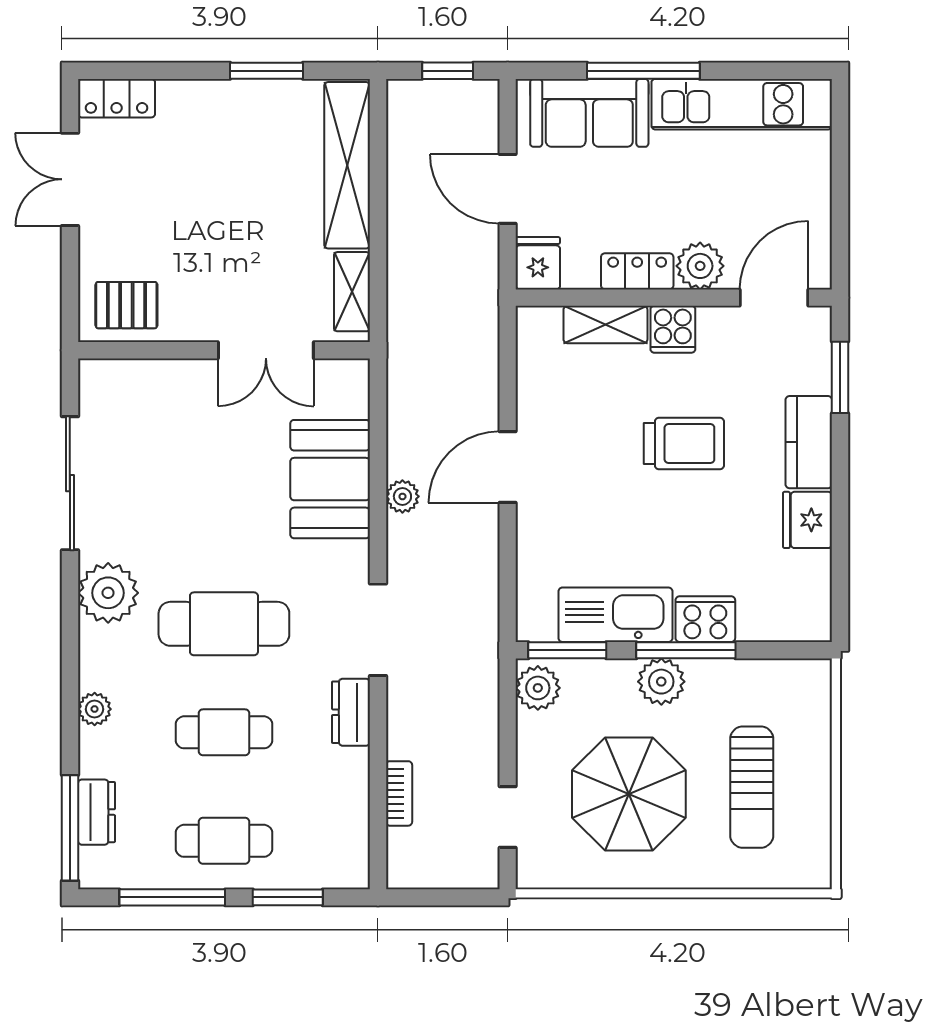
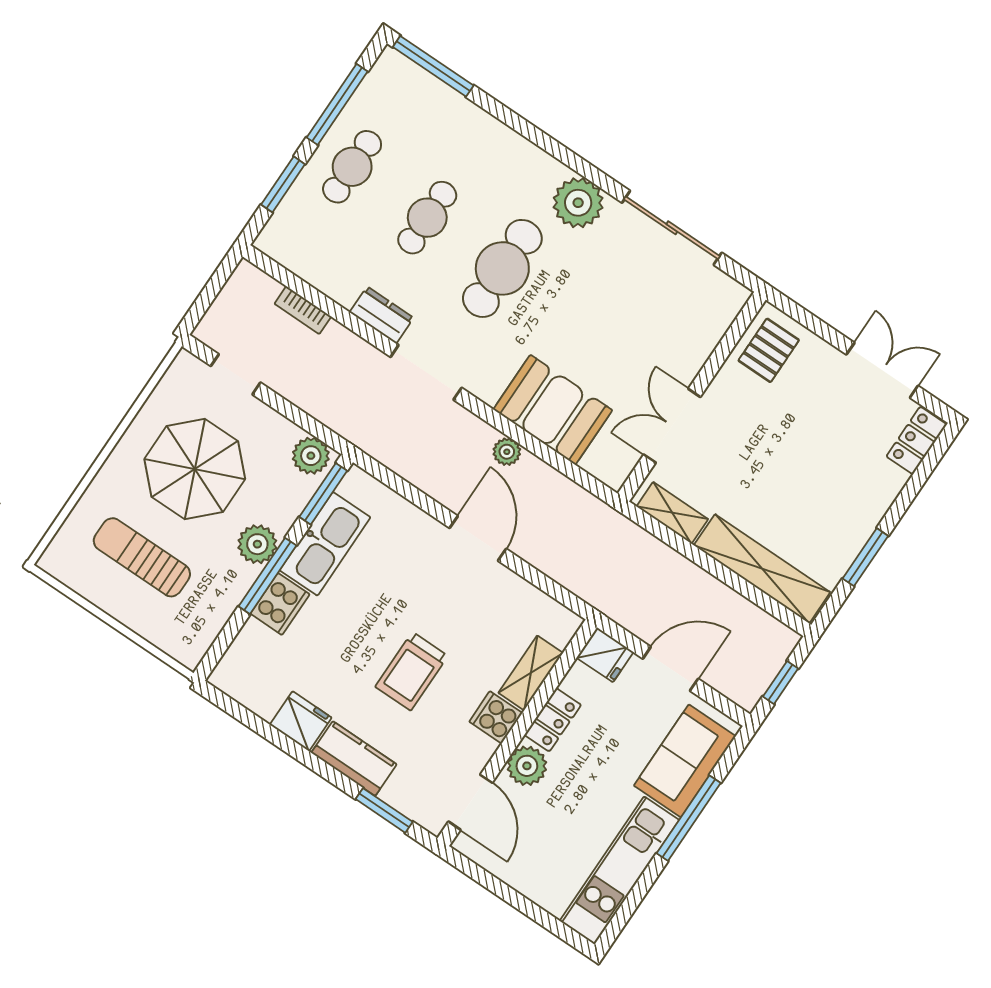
plant: (95, 709) -> (504, 139), removed
dresser: (97, 812) -> (432, 92), removed

